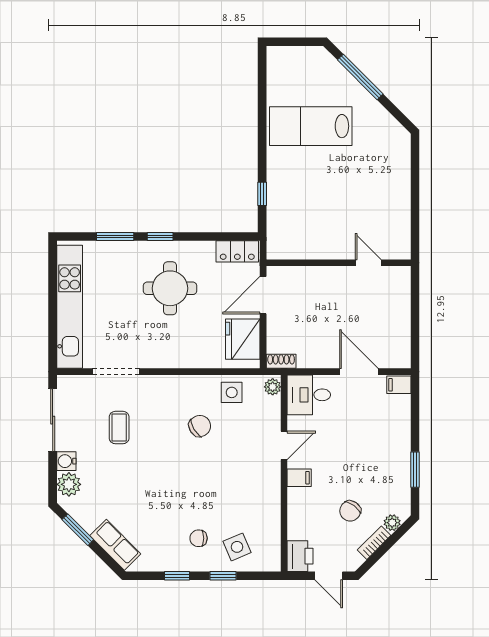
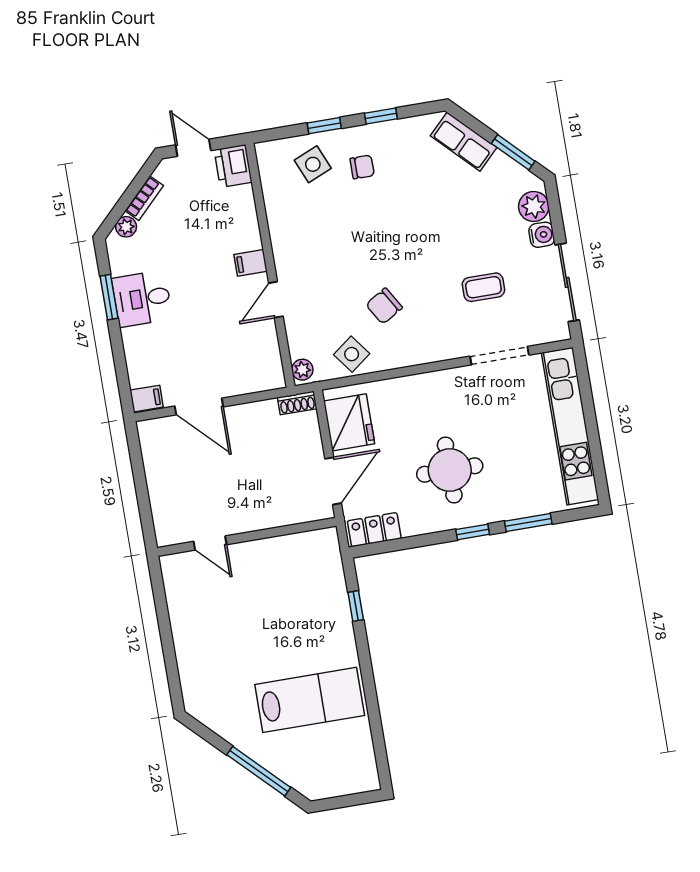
side table: (232, 392) -> (352, 354), turned -37
desk: (309, 395) -> (142, 299), moved, turned 180
coffee table: (119, 428) -> (483, 287), turned 90
chair: (350, 511) -> (180, 232), removed

